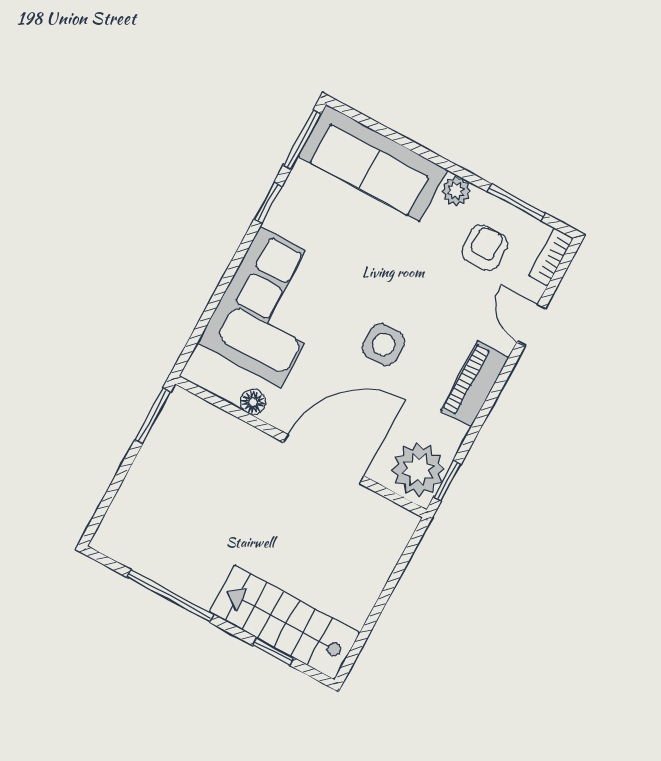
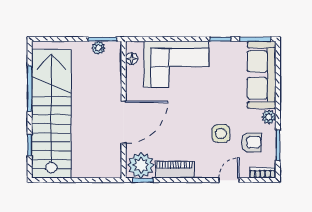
side table: (384, 345) -> (221, 134), moved
piano: (475, 384) -> (175, 169), moved
floor lamp: (253, 402) -> (132, 59), moved
plant: (164, 432) -> (98, 48), added
door: (324, 459) -> (124, 122), hinge flipped
stairs: (284, 622) -> (51, 113), width x1.86, depth x1.51

